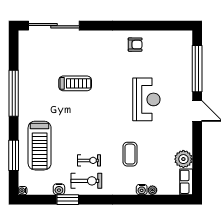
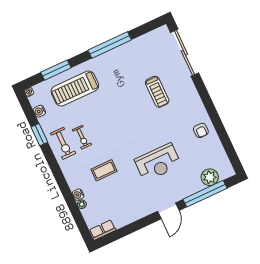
treadmill: (75, 83) -> (157, 92), moved
plant: (183, 159) -> (210, 177), moved
water cooler: (59, 189) -> (39, 111), moved

